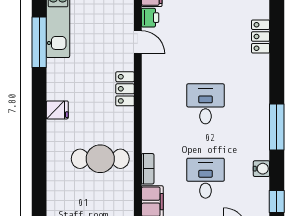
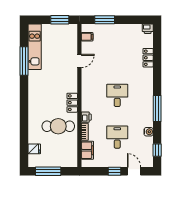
printer: (150, 18) -> (86, 117), moved
door: (138, 42) -> (79, 61), hinge flipped
locker: (125, 89) -> (72, 103), moved
fridge: (57, 110) -> (34, 149), moved

